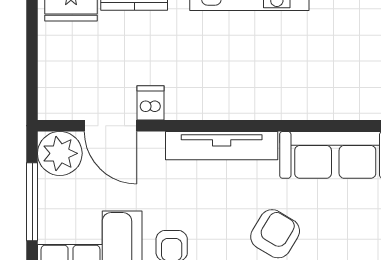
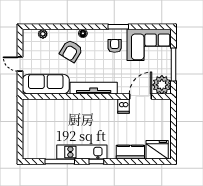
door: (110, 126) -> (140, 96), hinge flipped

